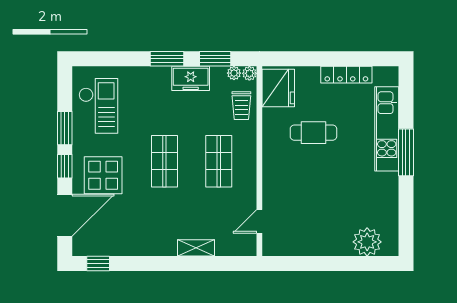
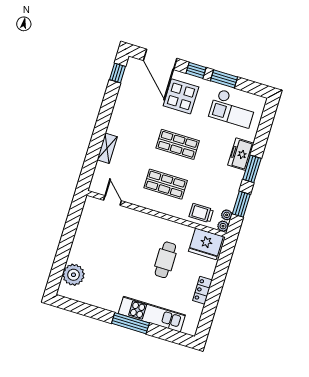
locker: (346, 75) -> (202, 290), width x0.66
freezer: (191, 78) -> (241, 154), moved

